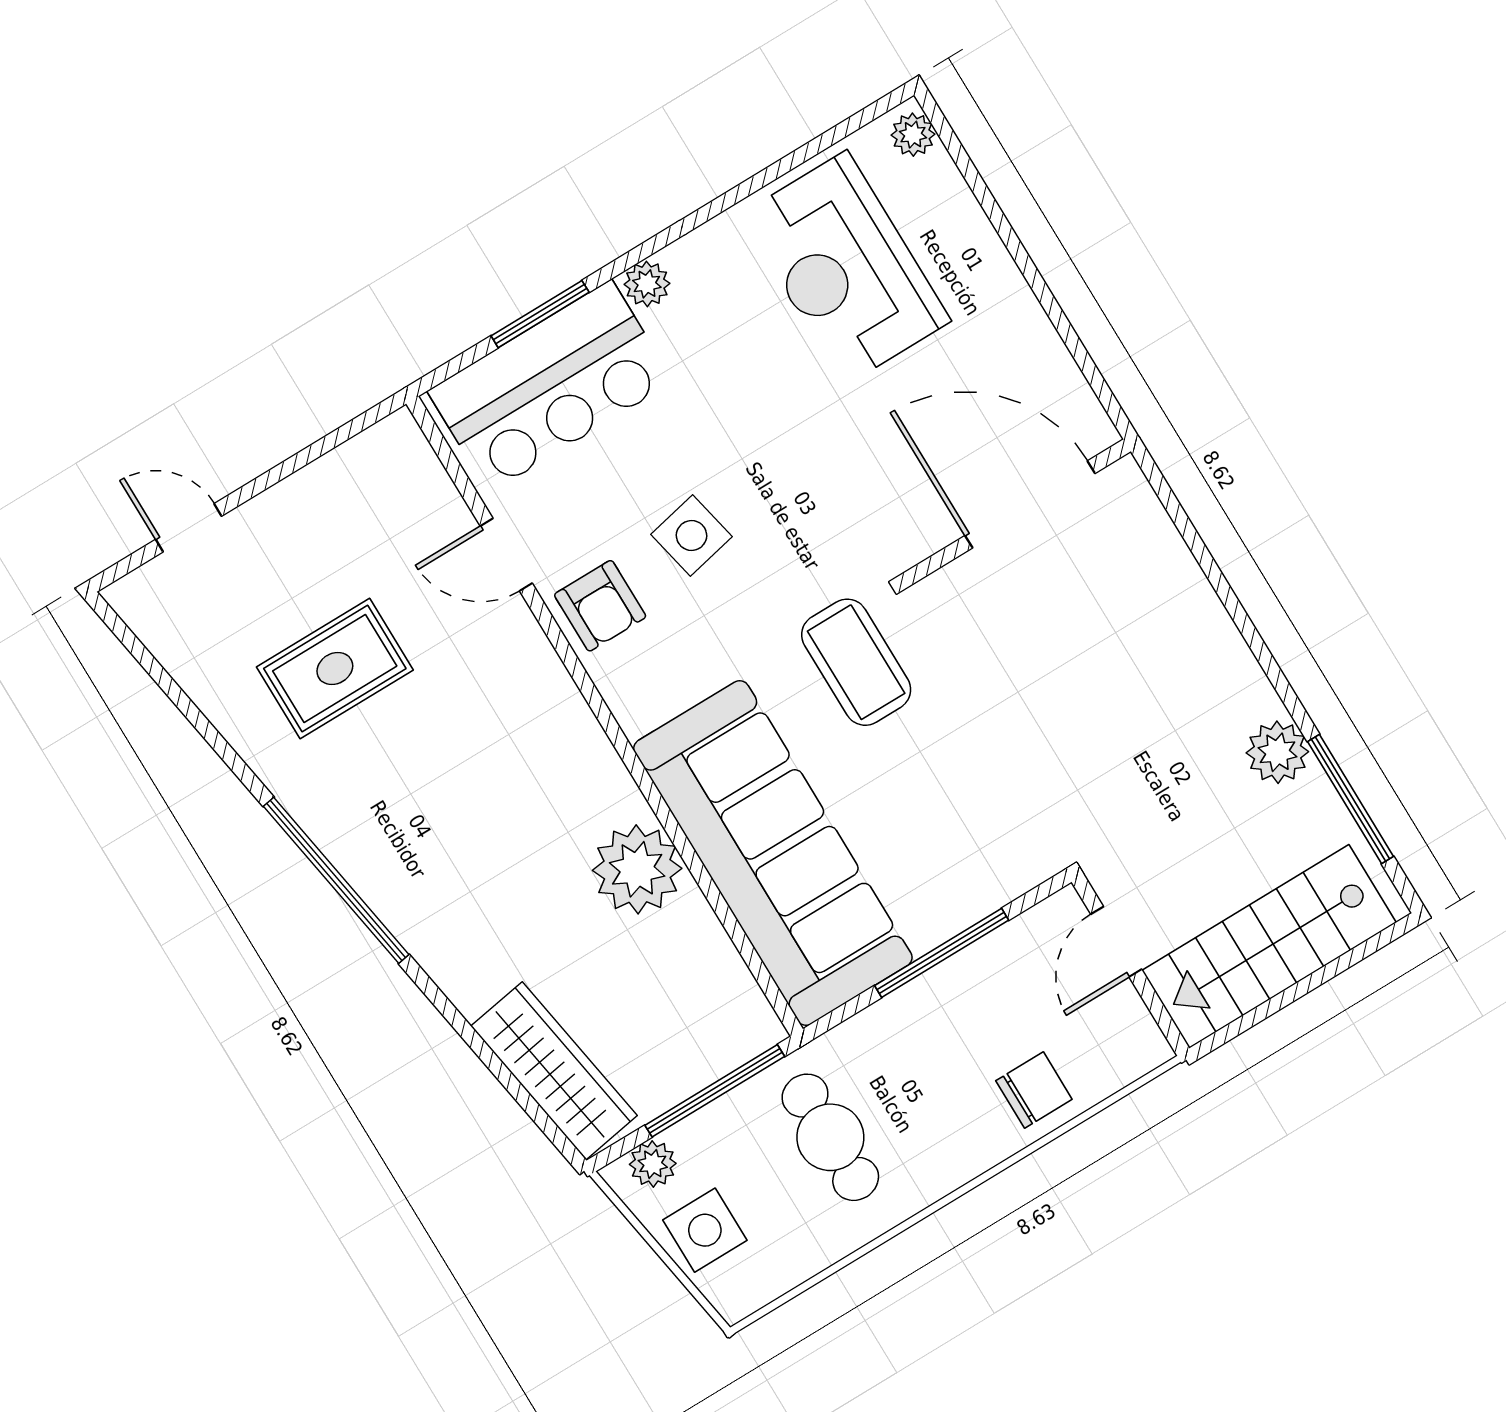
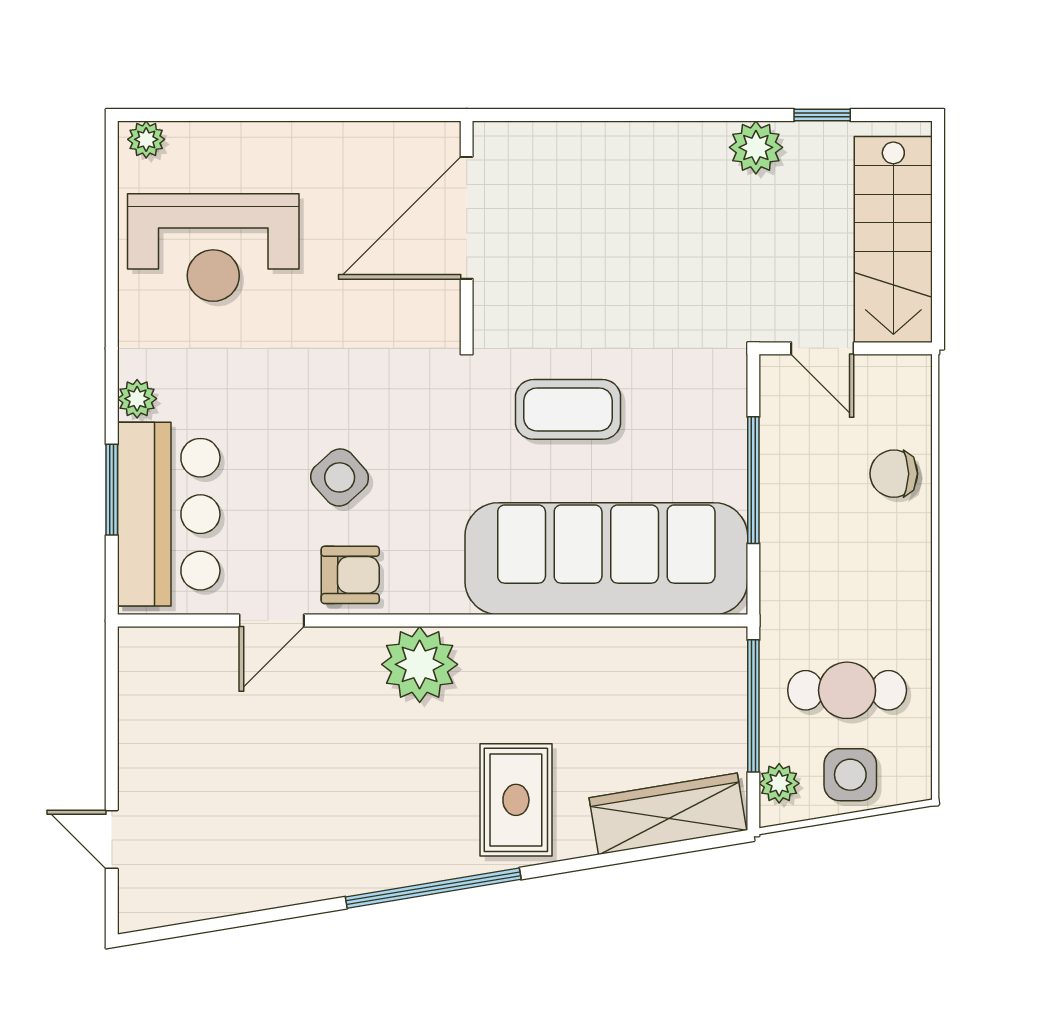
door: (189, 528) -> (112, 839), hinge flipped
side table: (692, 535) -> (340, 477), turned -30
coffee table: (856, 662) -> (568, 409), moved
rug: (335, 669) -> (516, 800), moved
window: (1351, 799) -> (822, 115), width x0.46
plant: (637, 869) -> (420, 664), moved
chair: (1034, 1090) -> (894, 474), turned -90
cafe table: (830, 1137) -> (847, 690), moved

